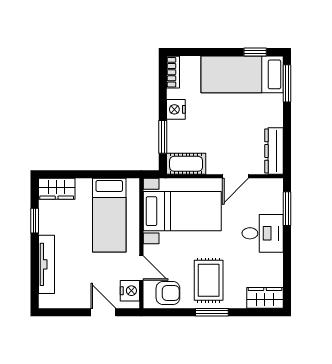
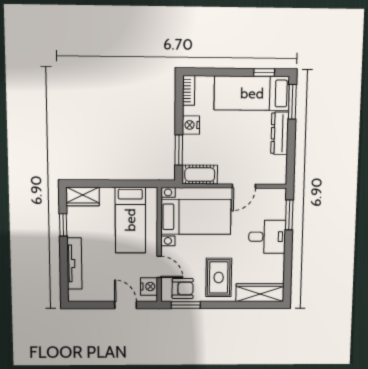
dresser: (274, 151) -> (280, 133), moved
wardrobe: (265, 298) -> (260, 293), width x1.50
window: (212, 312) -> (186, 305), moved

